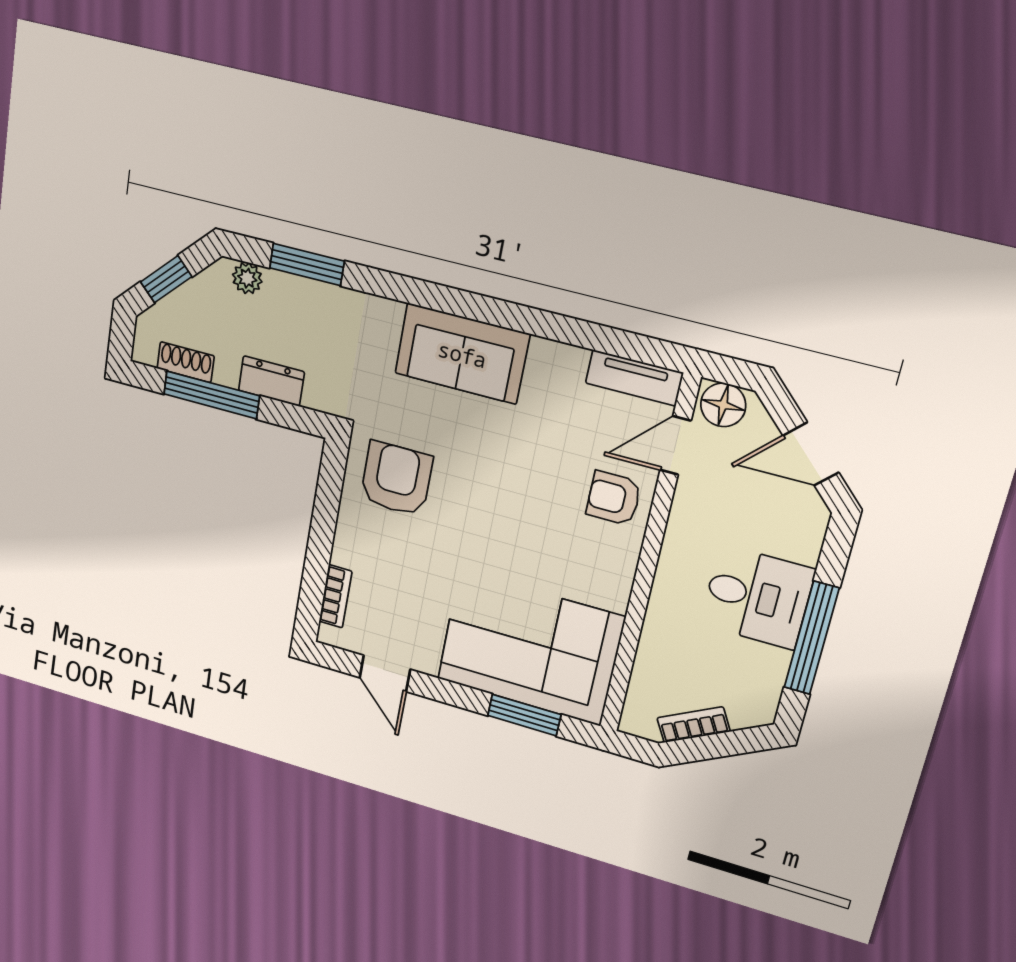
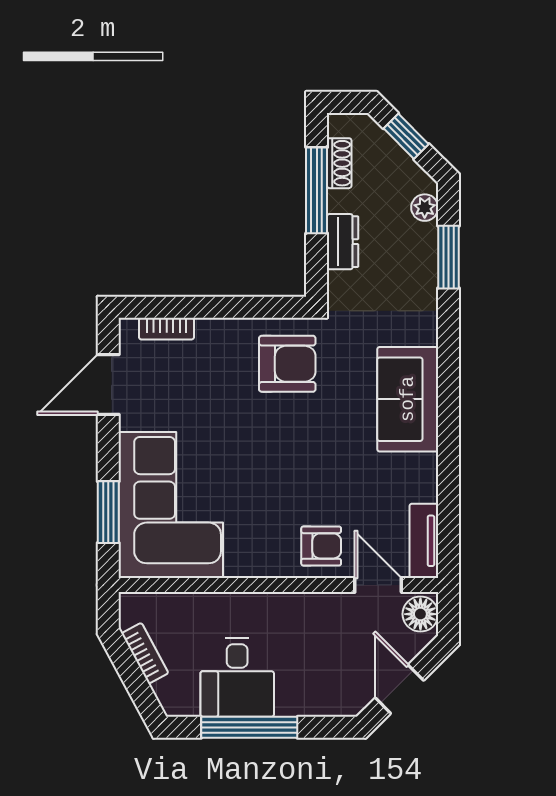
armchair: (614, 498) -> (321, 546), turned 90
desk: (757, 597) -> (237, 677), moved
door: (385, 674) -> (108, 384), width x1.38

